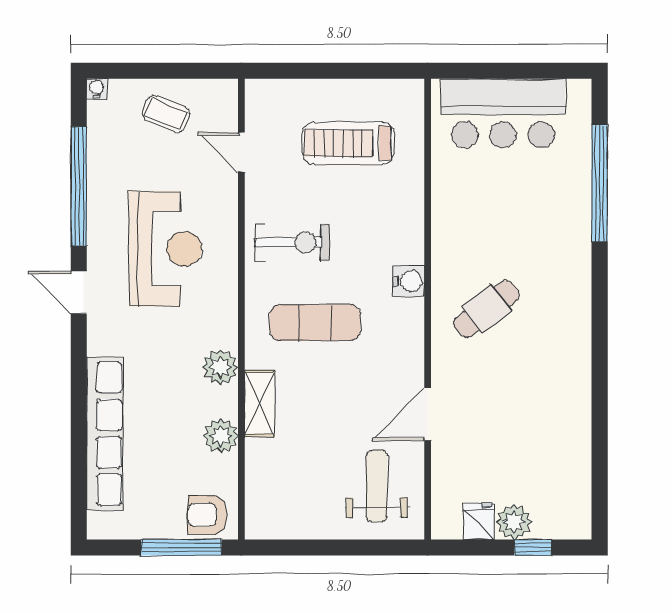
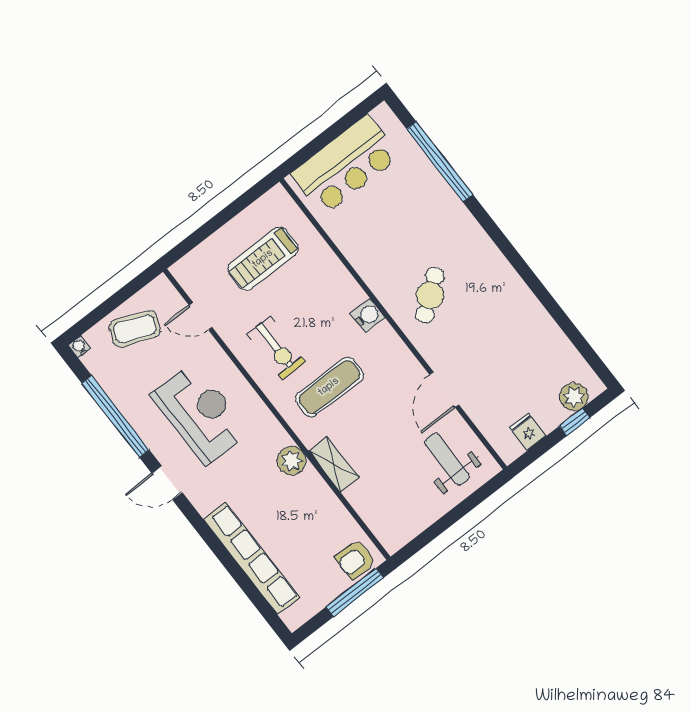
coffee table: (166, 114) -> (135, 329), width x1.36, depth x1.30
exercise bike: (292, 243) -> (276, 348), turned 90
plant: (221, 436) -> (325, 503), removed
plant: (514, 522) -> (574, 397), moved

